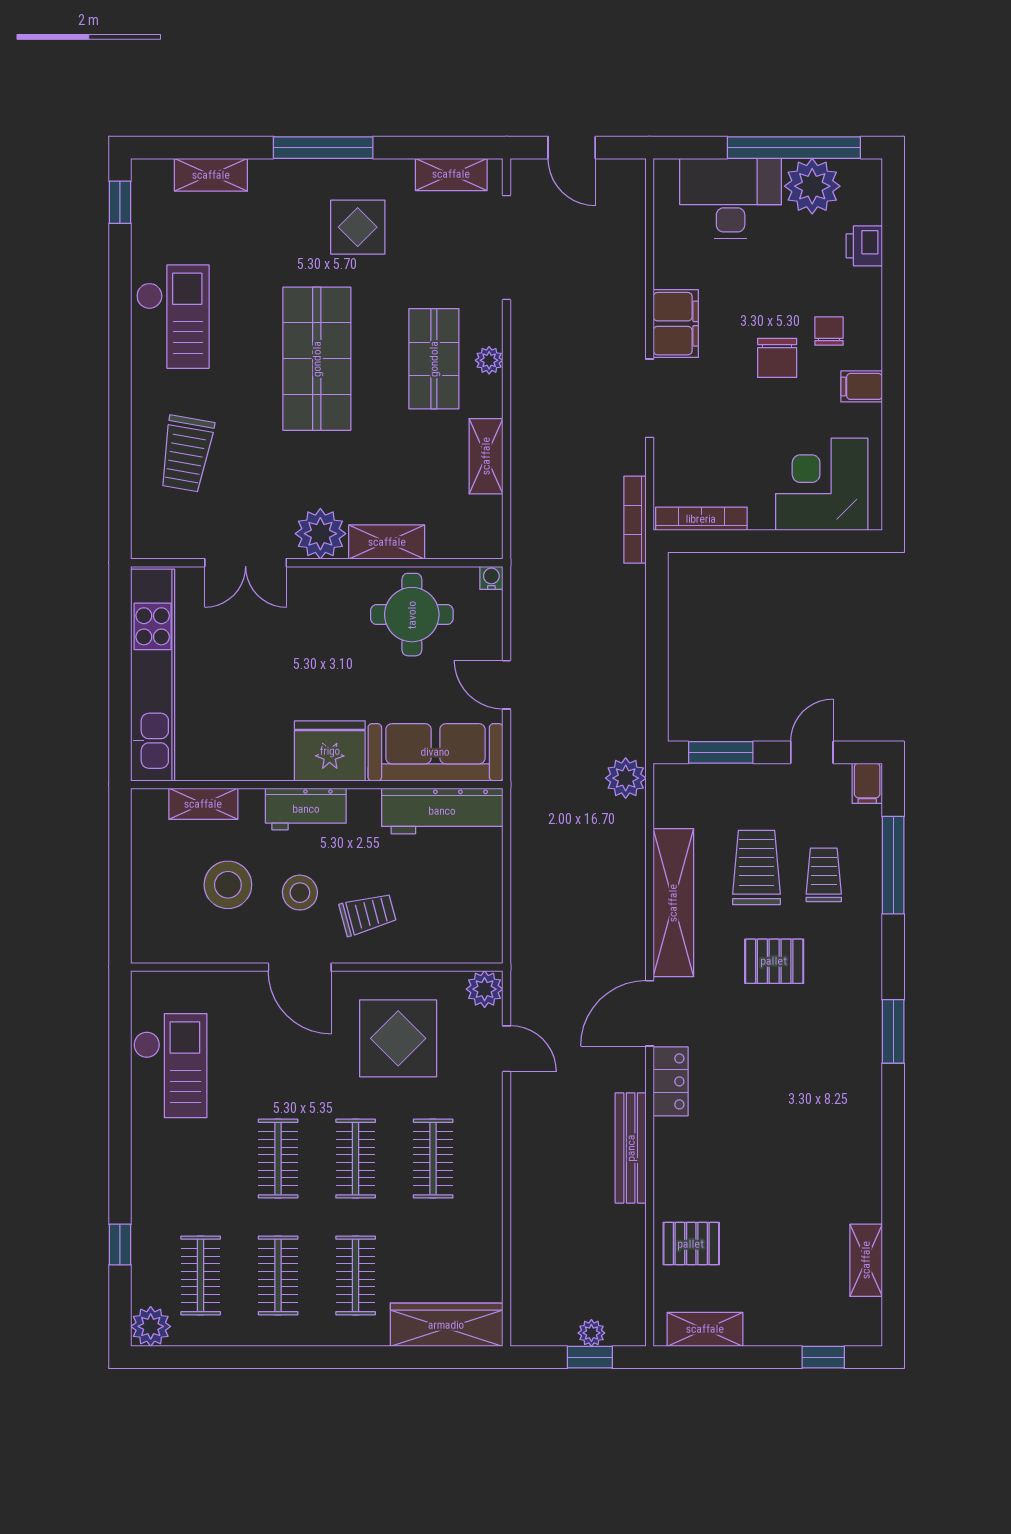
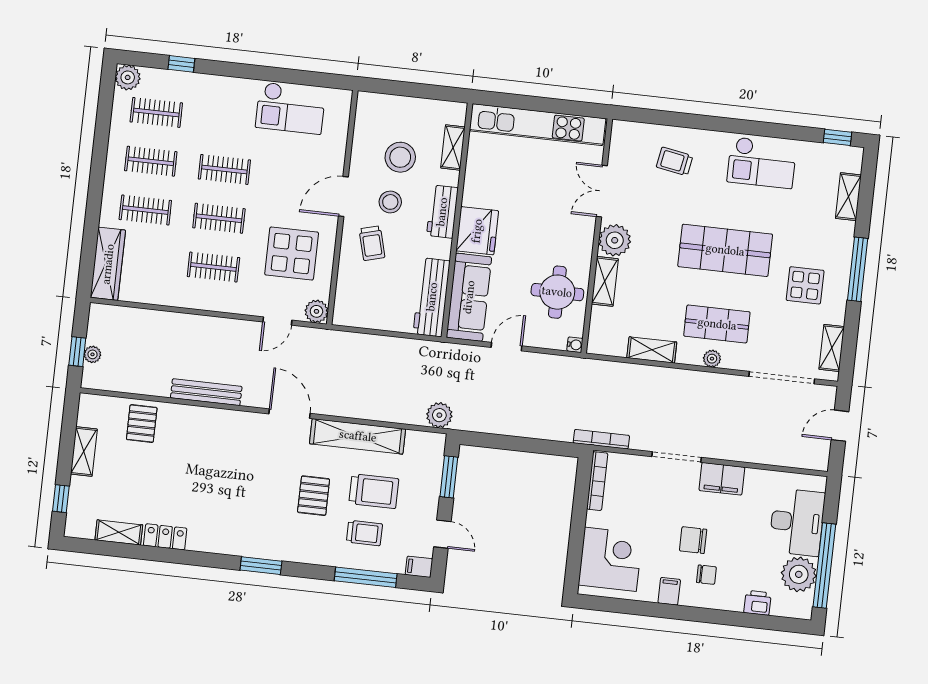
trolley: (186, 454) -> (675, 161), width x0.73, depth x0.72
locker: (671, 1081) -> (165, 537), moved, turned 180
shelving: (705, 1329) -> (84, 451), moved

